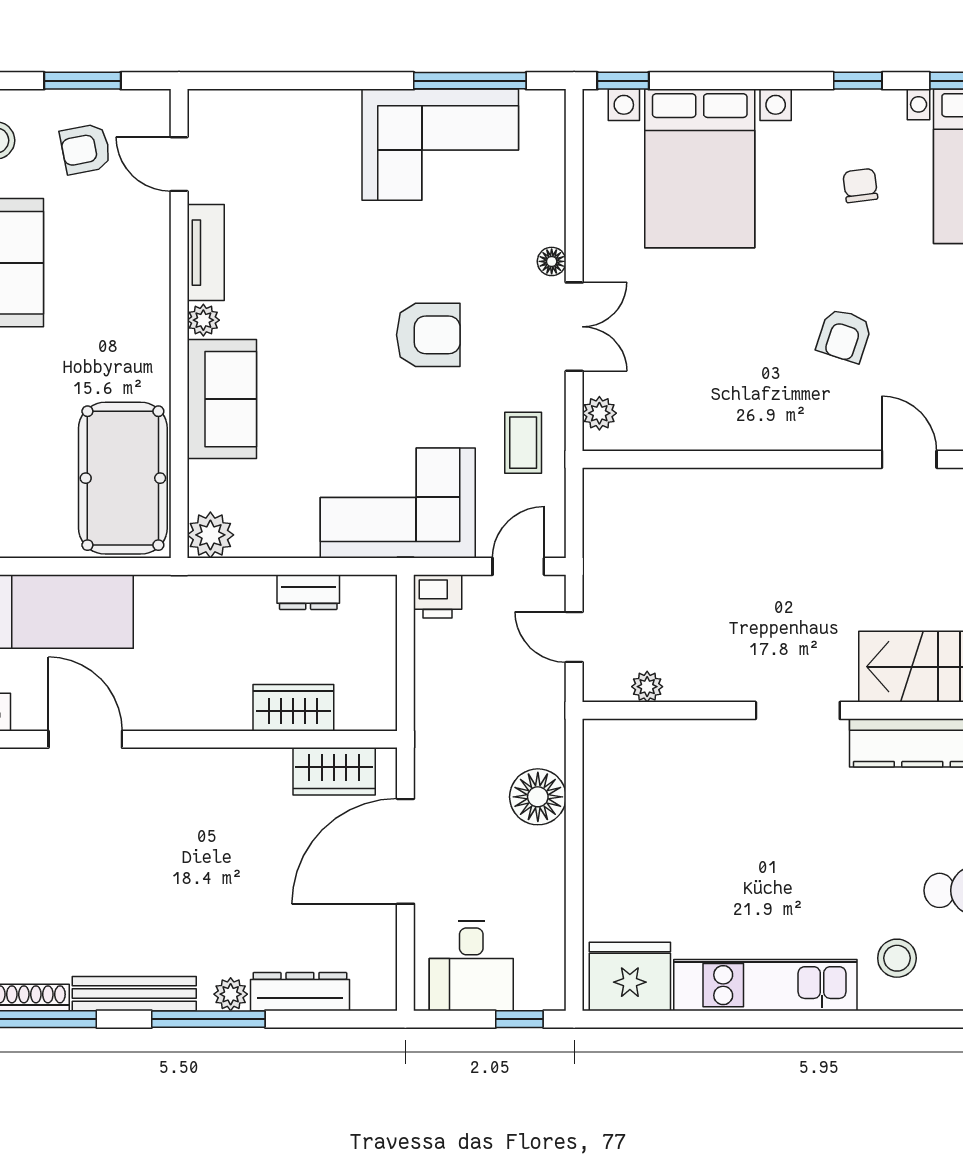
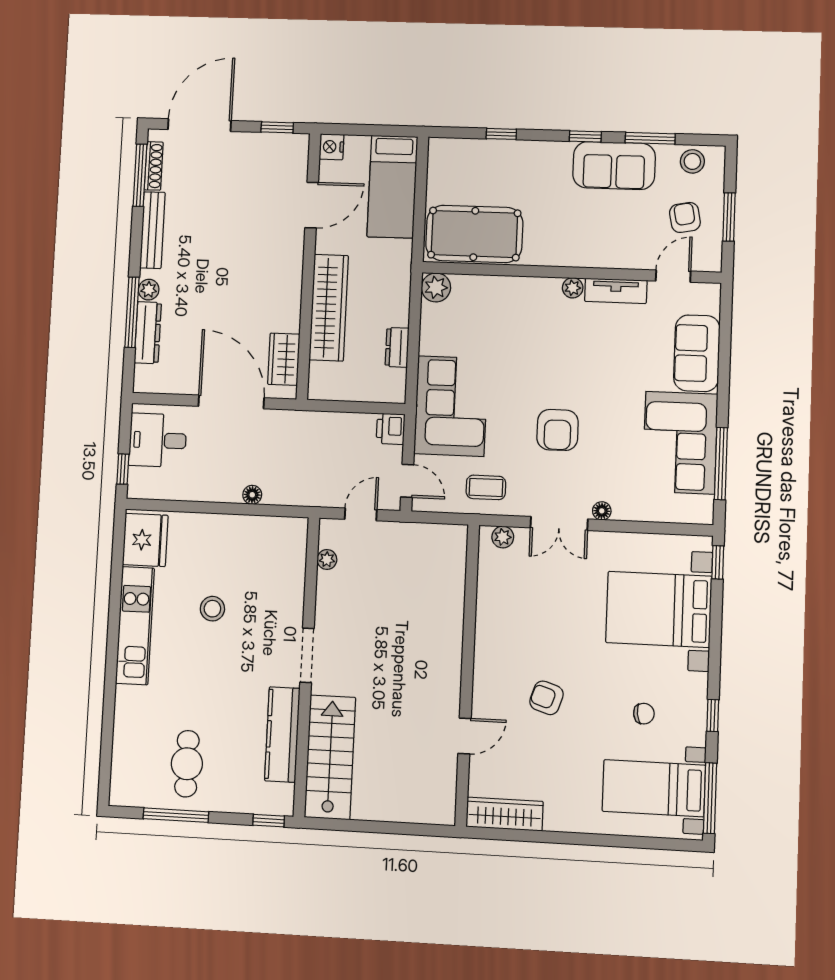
sofa: (222, 399) -> (697, 353), moved, turned 90
wardrobe: (293, 708) -> (329, 308), width x2.10, depth x1.17
floor lamp: (538, 797) -> (252, 495), width x0.53, depth x0.53
stool: (897, 958) -> (212, 609), moved
window: (208, 1019) -> (132, 312), moved

